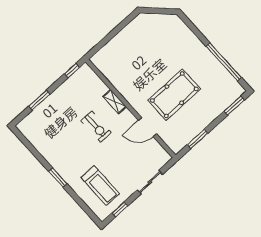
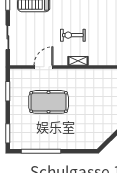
pool table: (174, 95) -> (49, 102), turned 90

